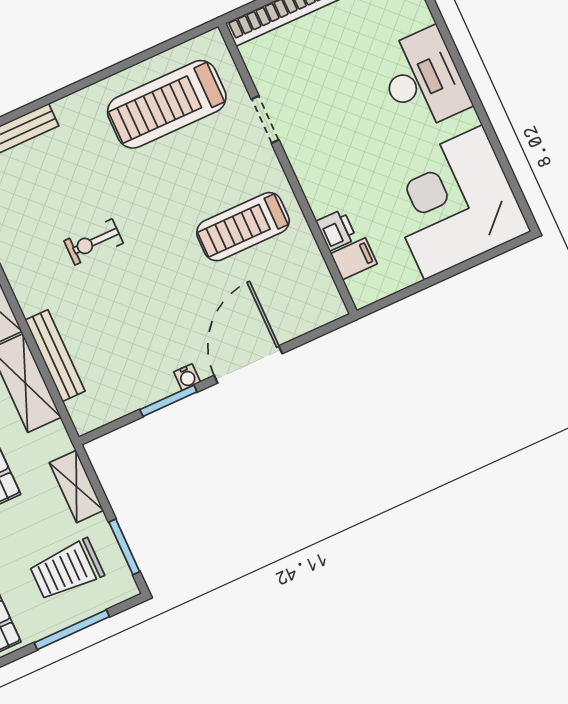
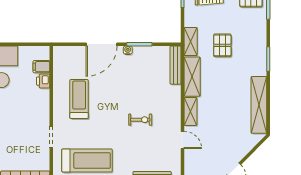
treadmill: (243, 227) -> (79, 99), turned -90
bench: (55, 356) -> (176, 65), moved
shelving: (76, 487) -> (191, 42), moved

